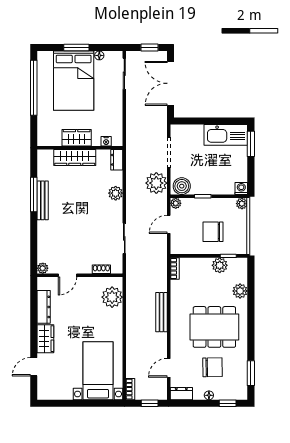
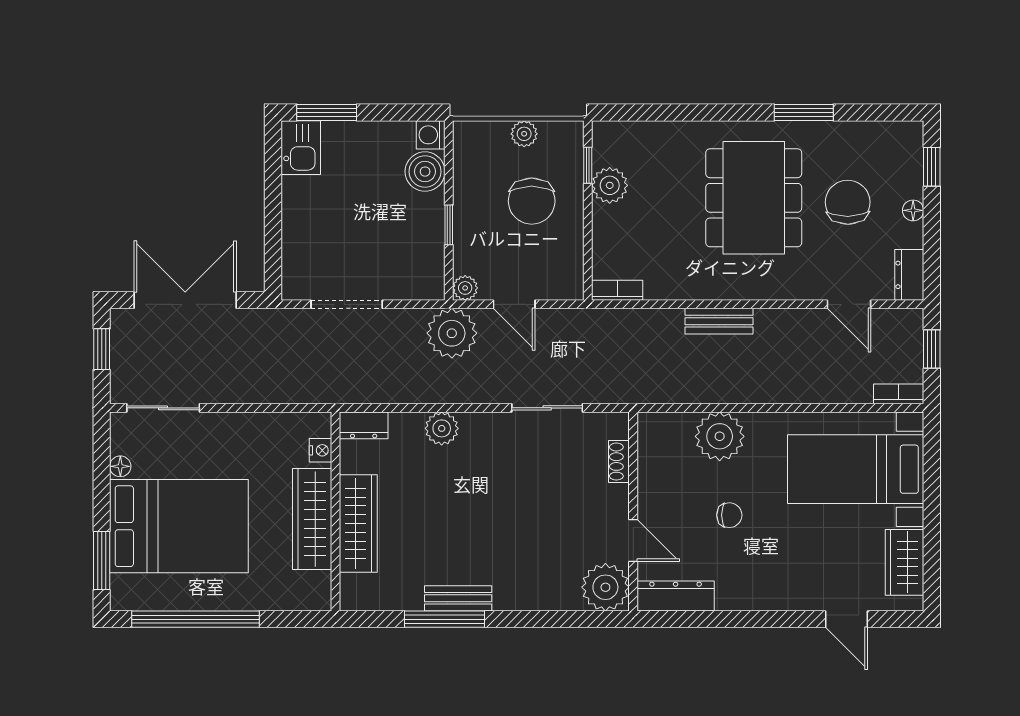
window: (76, 47) -> (102, 561), moved
double door: (170, 83) -> (185, 300), swing flipped
kitchen sink: (226, 135) -> (301, 148), width x0.53, depth x0.81
wardrobe: (77, 138) -> (312, 519), width x1.50
plant: (156, 183) -> (452, 333), moved
boiler: (182, 186) -> (425, 172), moved
bench: (43, 200) -> (458, 598), width x0.73
plant: (242, 204) -> (524, 134), moved
plant: (43, 268) -> (605, 587), width x1.88, depth x1.88
plant: (240, 291) -> (670, 138), removed
plant: (112, 297) -> (720, 436), moved
dresser: (44, 307) -> (676, 596), moved
bench: (161, 312) -> (719, 321), width x0.73
chair: (78, 317) -> (729, 515), added
wardrobe: (45, 339) -> (904, 562), moved, turned -90
window: (251, 373) -> (804, 113), moved

